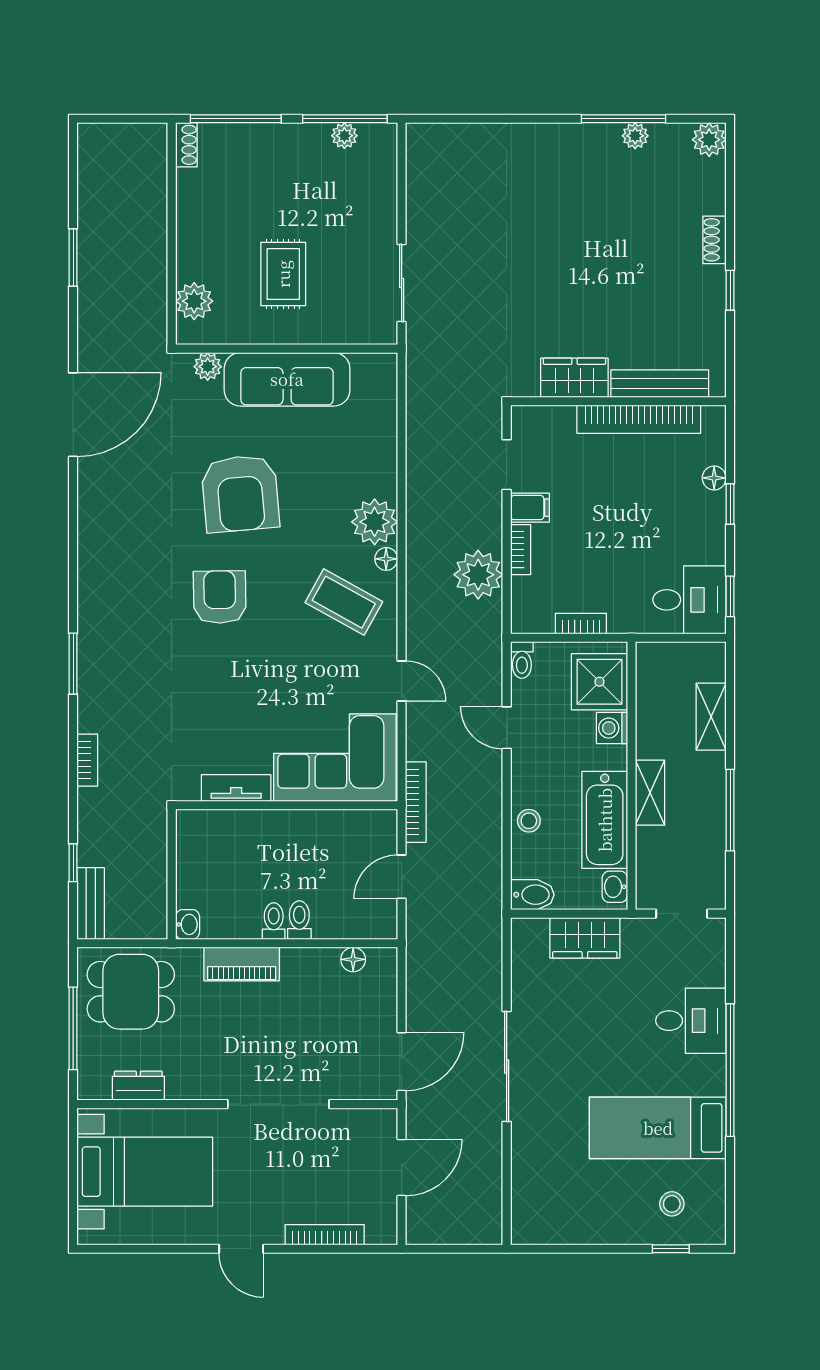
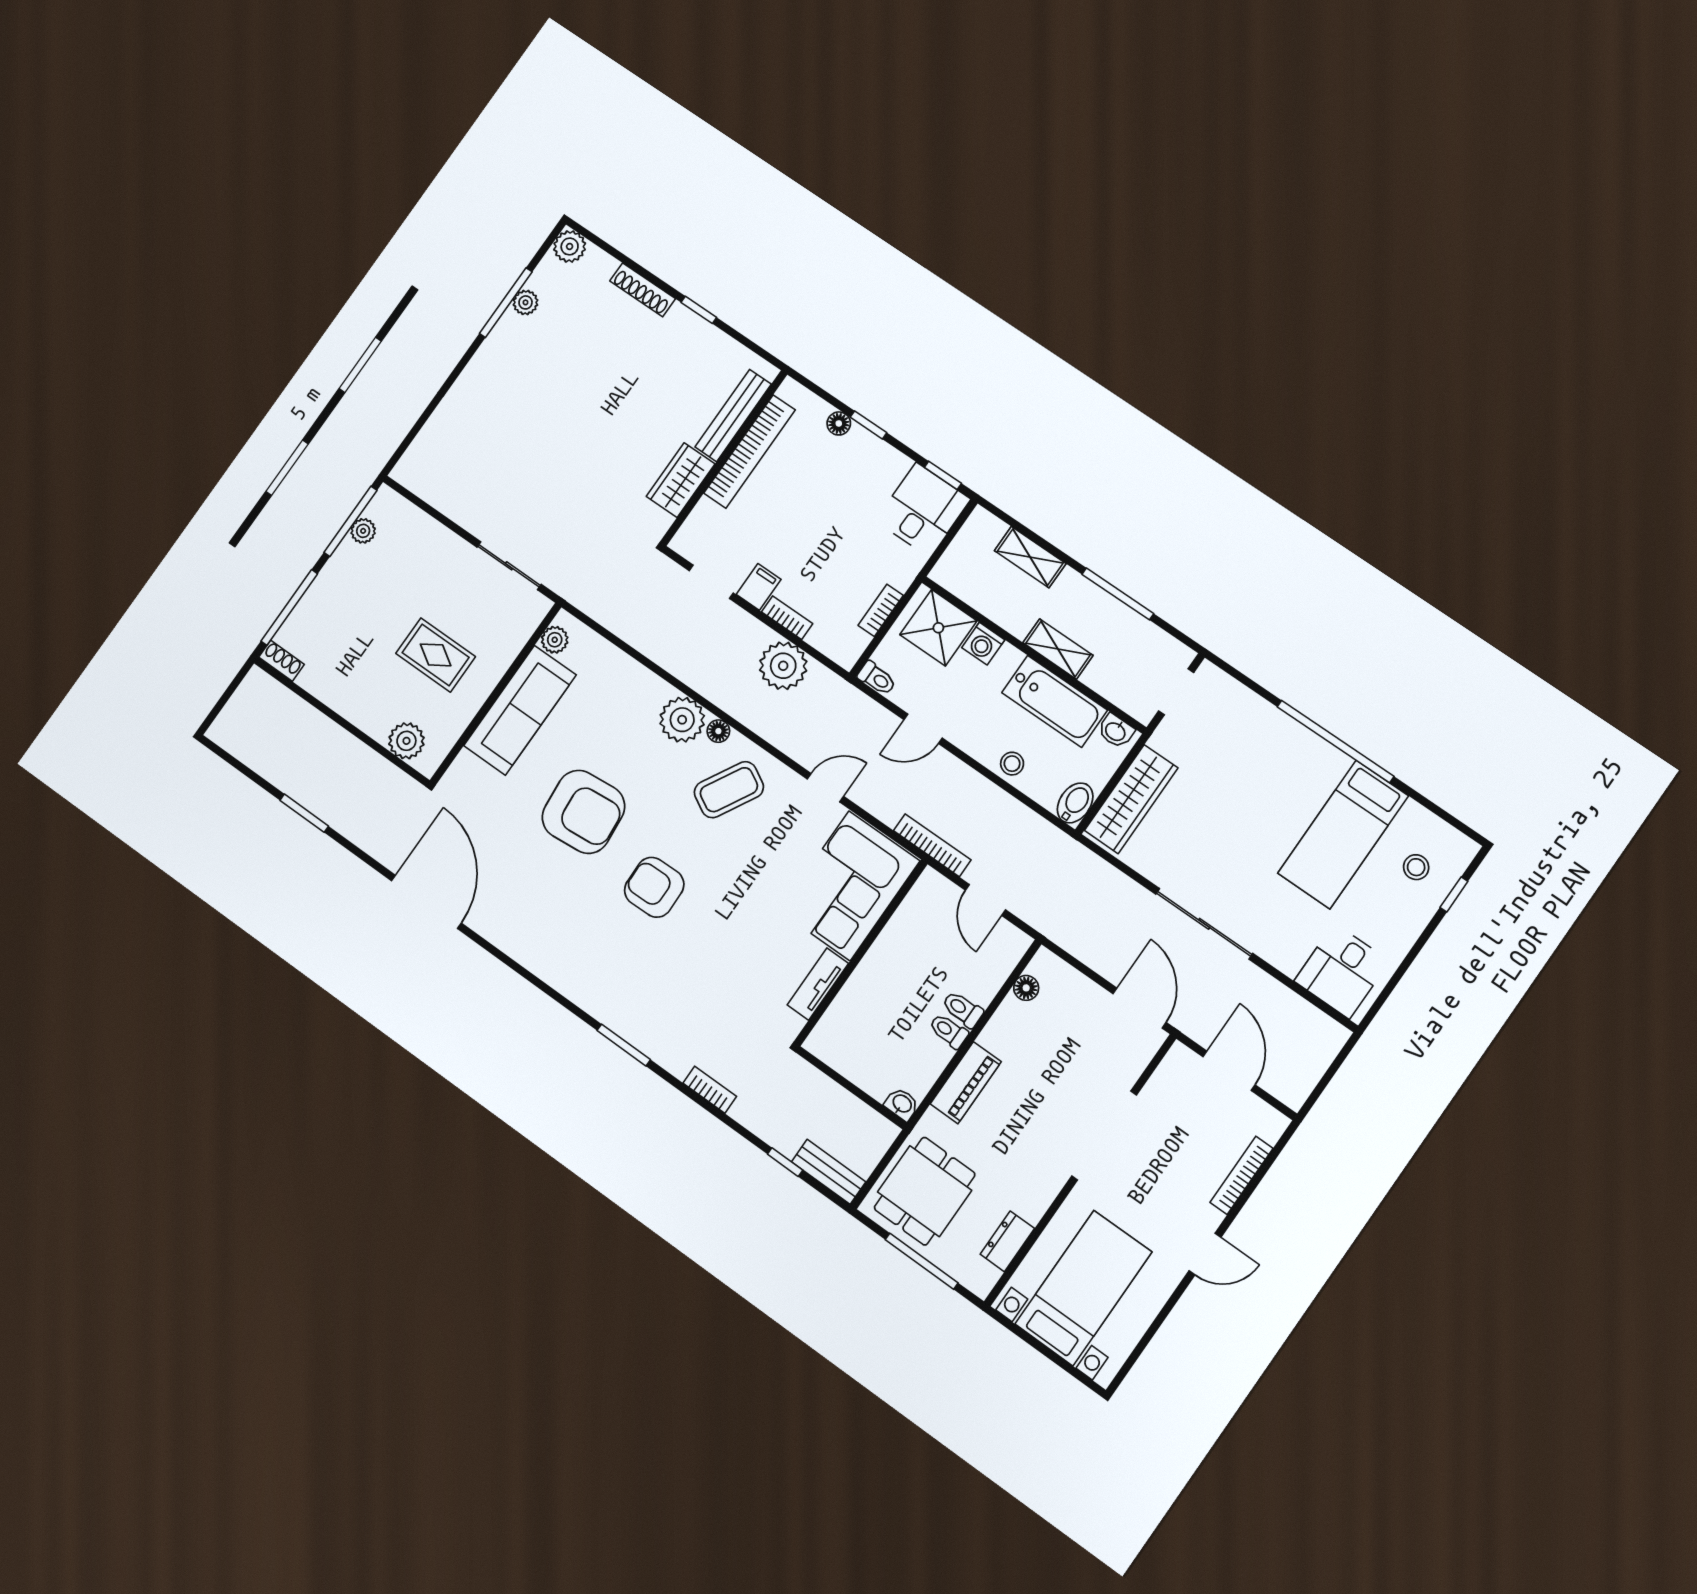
shoe rack: (715, 240) -> (643, 290), width x1.43
plant: (208, 367) -> (555, 640), moved
wardrobe: (585, 938) -> (1131, 799), width x1.50
desk: (691, 1021) -> (1342, 971), moved, turned 180

